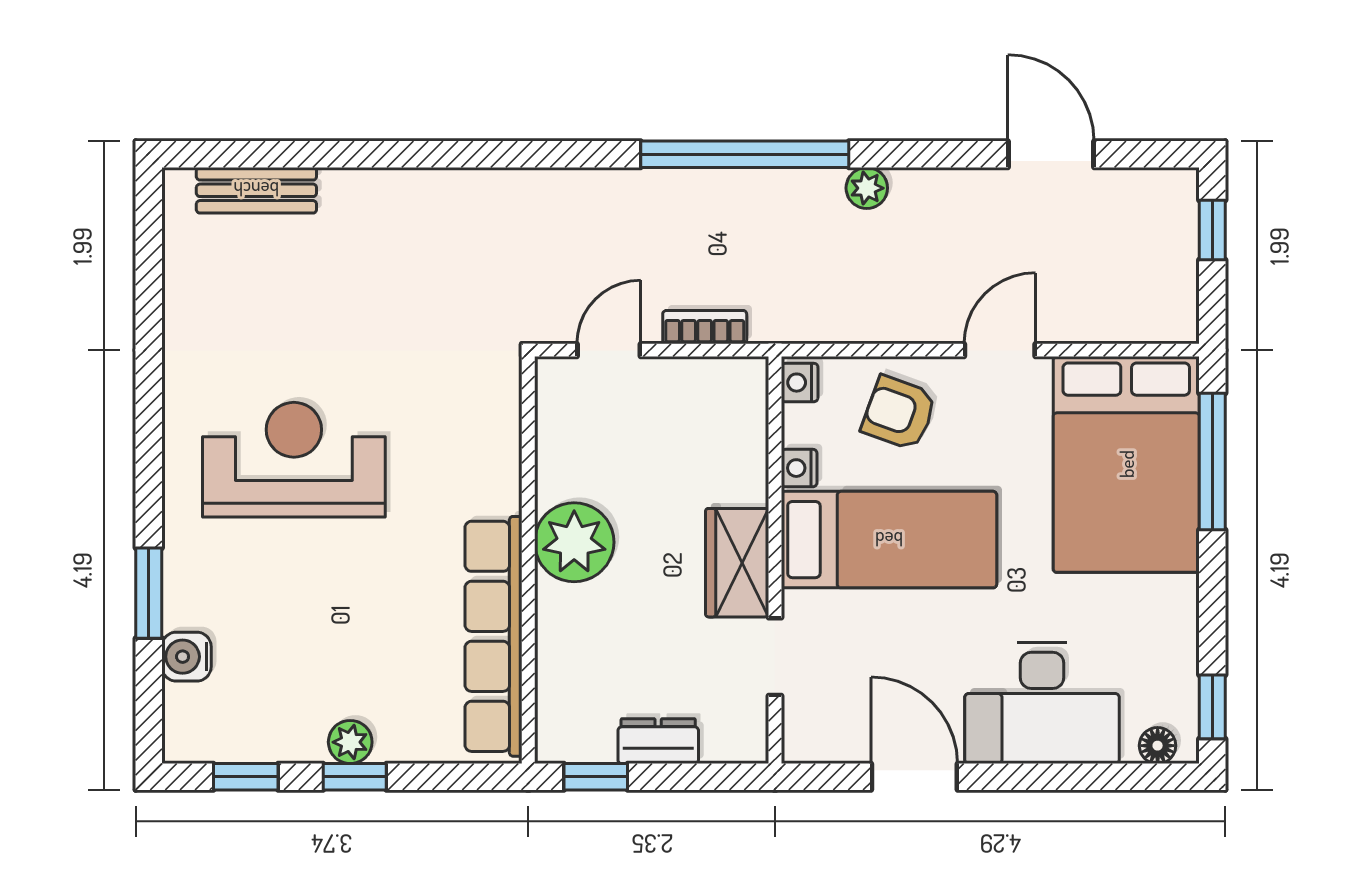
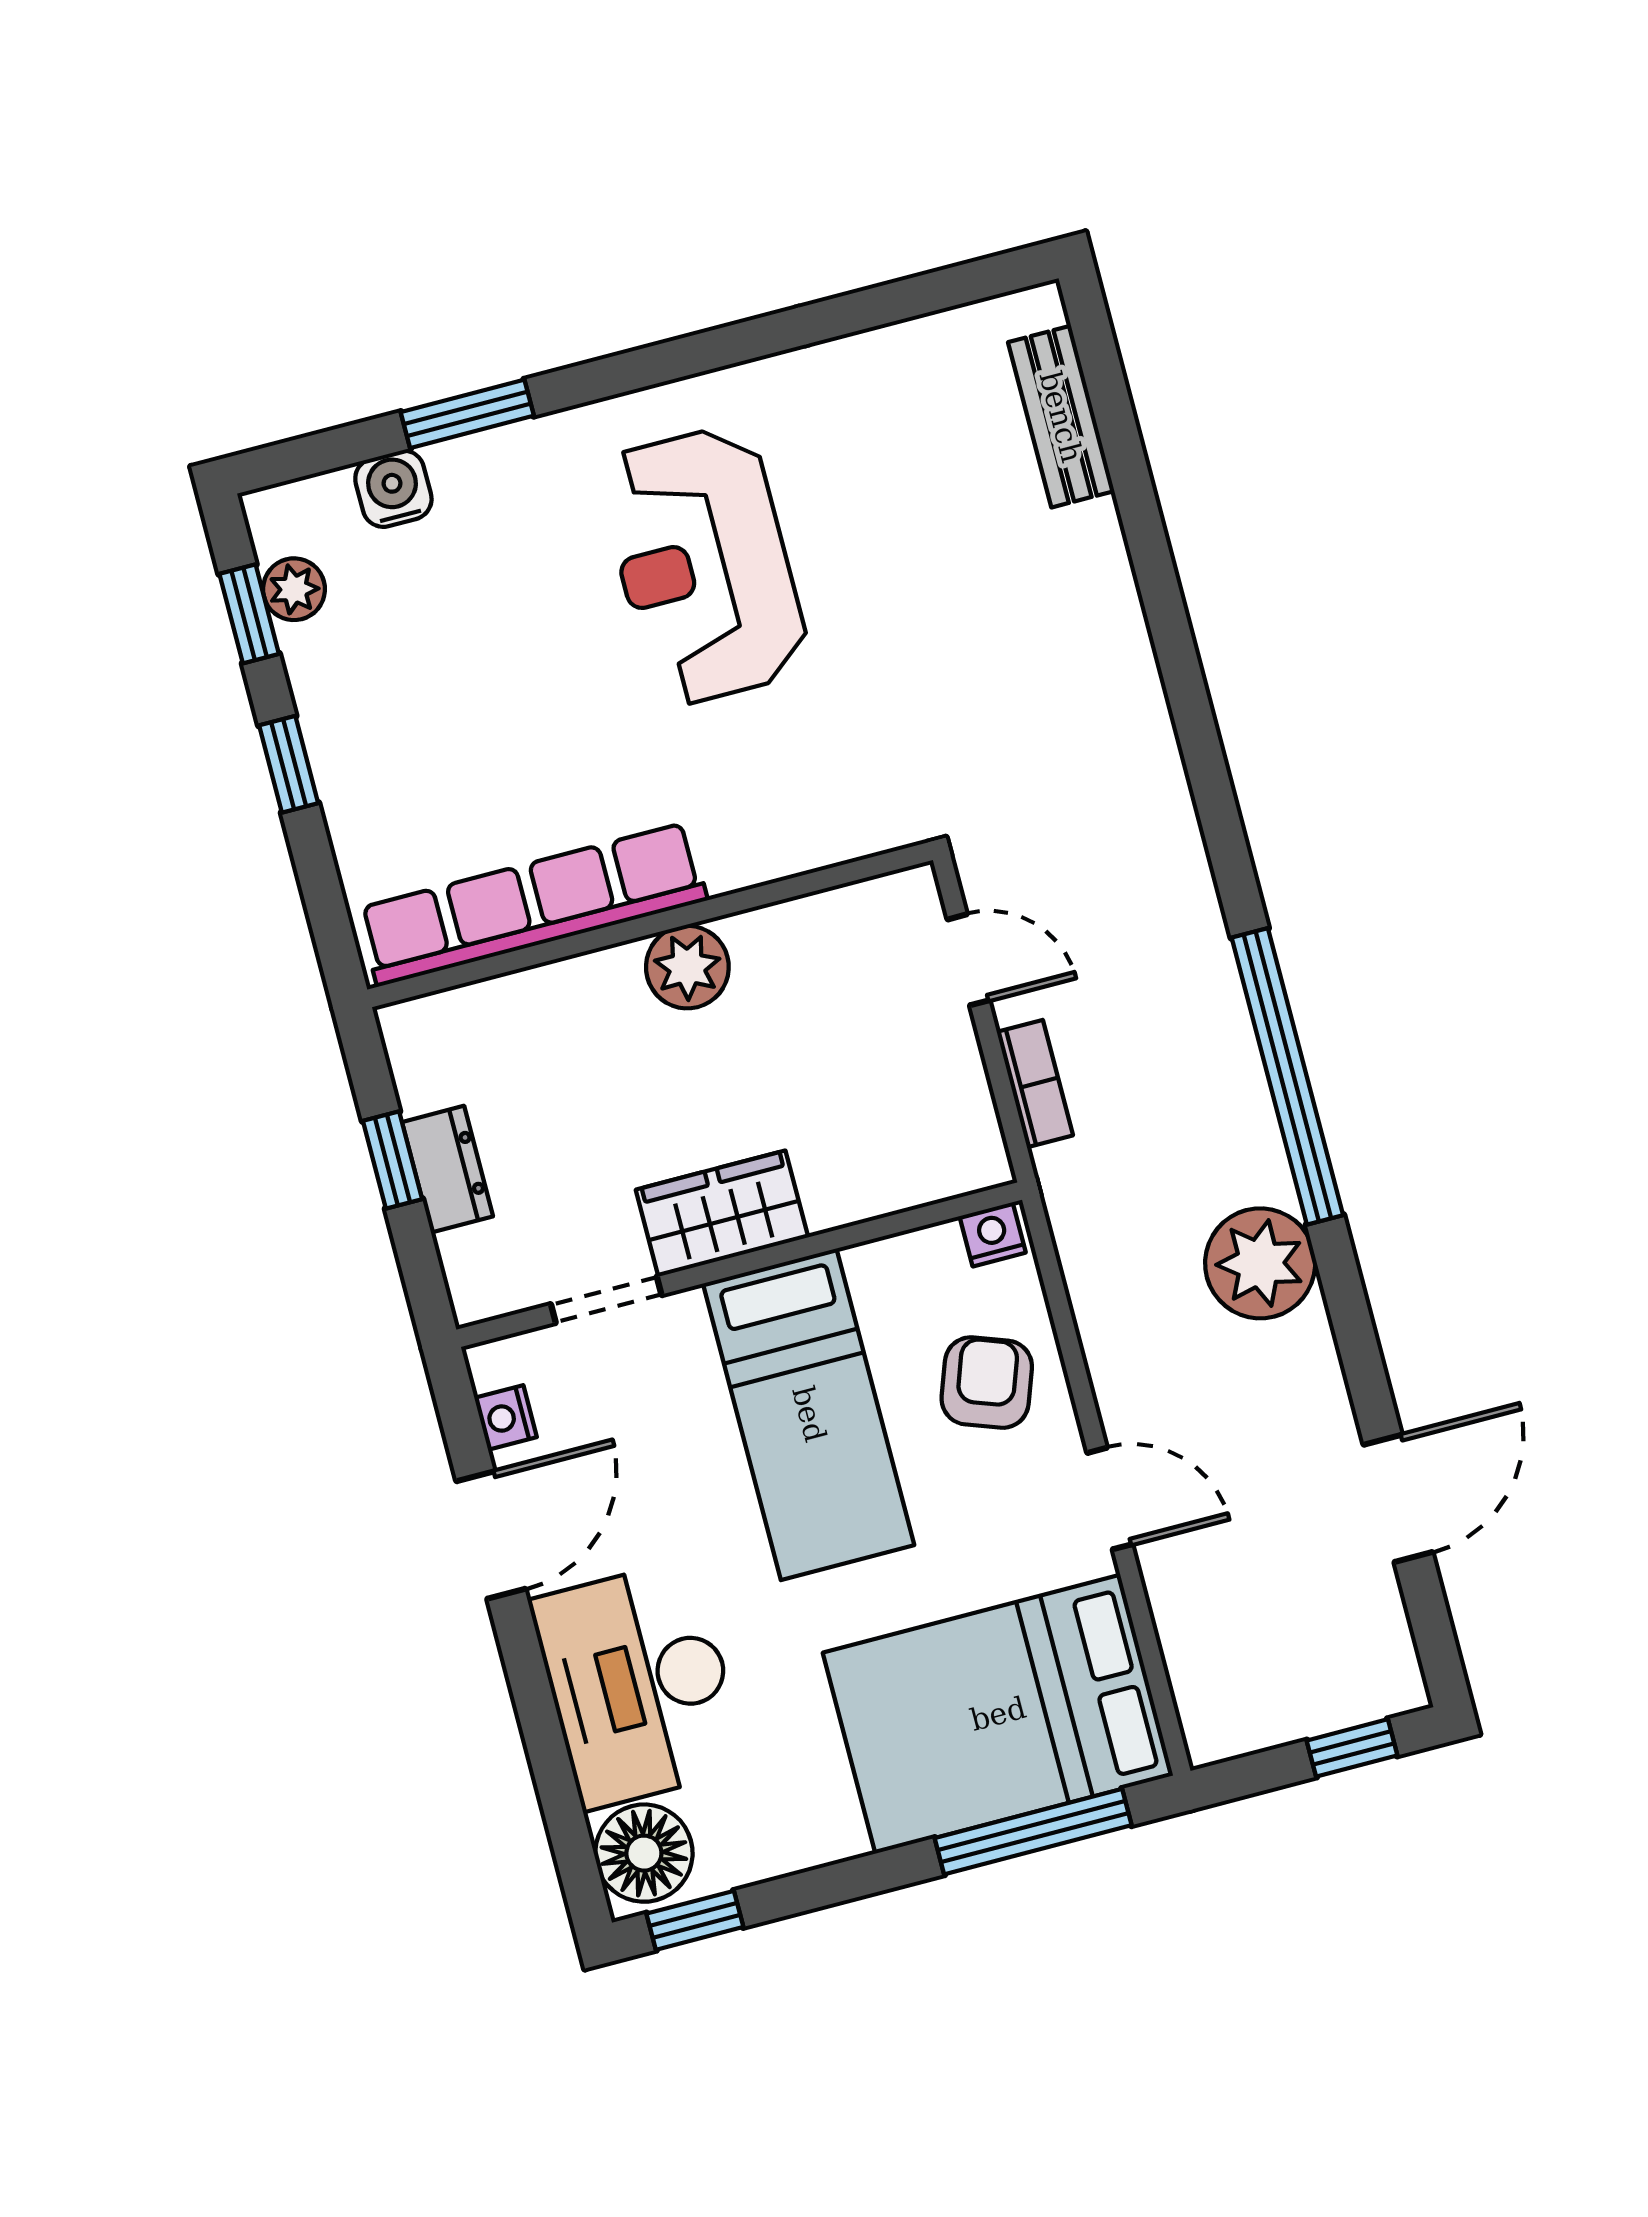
plant: (867, 188) -> (1260, 1263), width x1.88, depth x1.88
reception desk: (294, 460) -> (704, 566), turned 180
nightstand: (799, 468) -> (506, 1418), moved, turned -90
plant: (574, 542) -> (687, 967), width x0.73, depth x0.73
plant: (350, 742) -> (294, 589), moved
floor lamp: (1158, 746) -> (644, 1853), width x1.89, depth x1.89
window: (596, 777) -> (392, 1160), moved

